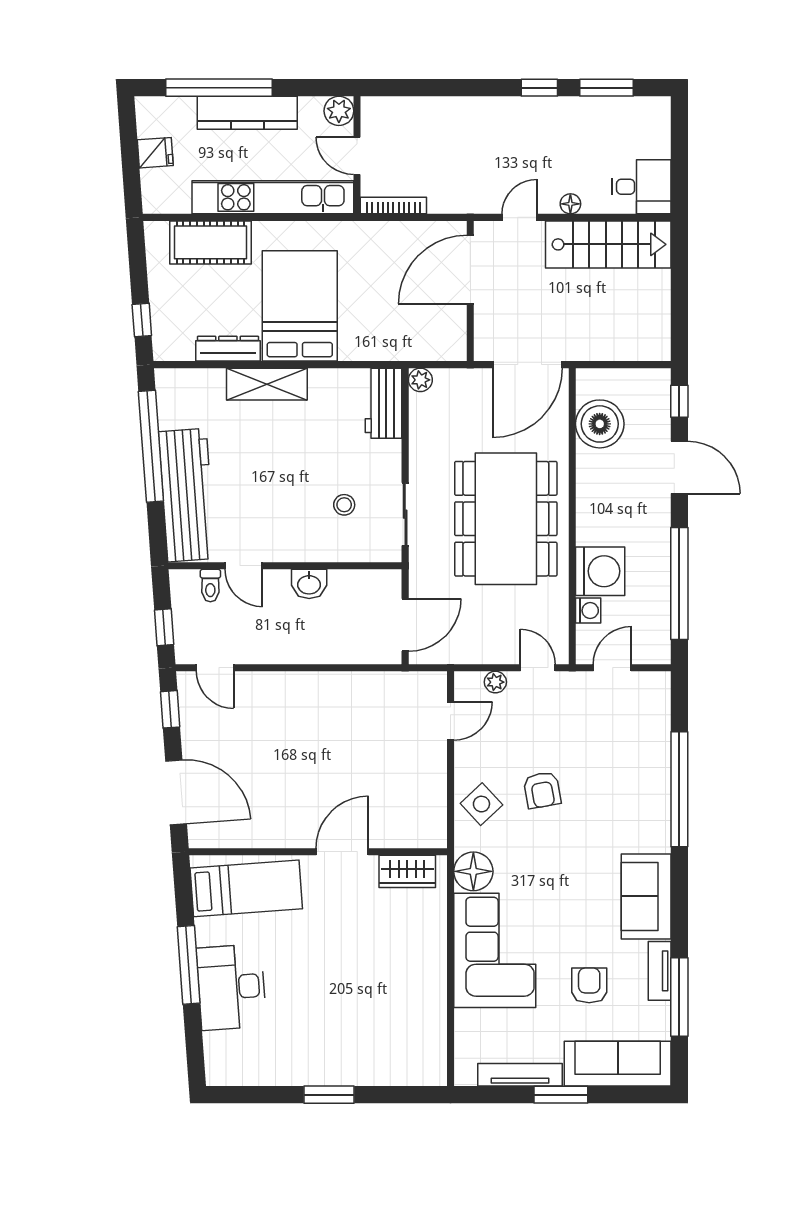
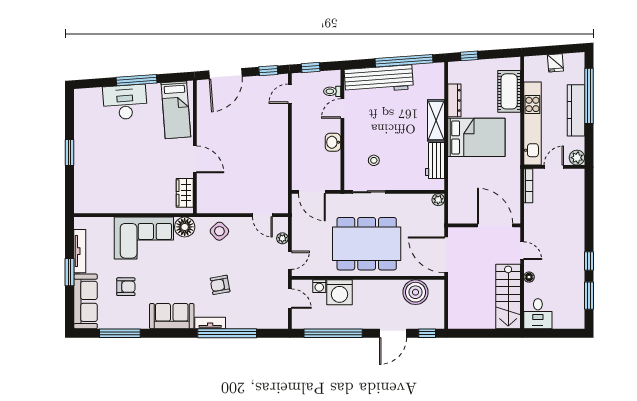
workbench: (384, 403) -> (435, 160), moved, turned -90
armchair: (542, 790) -> (220, 285), moved
tv unit: (660, 971) -> (210, 323), moved

